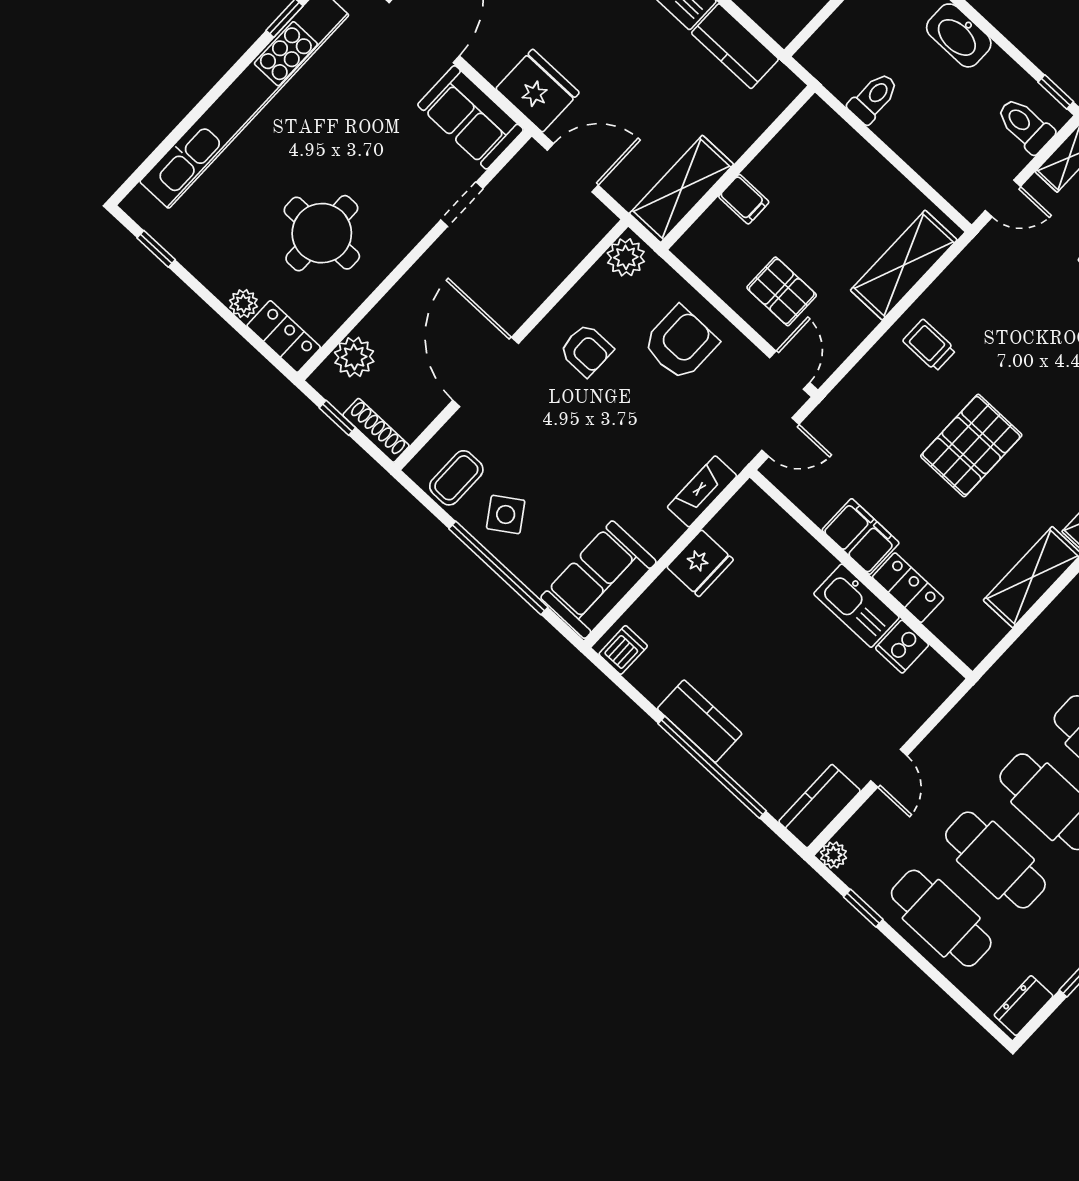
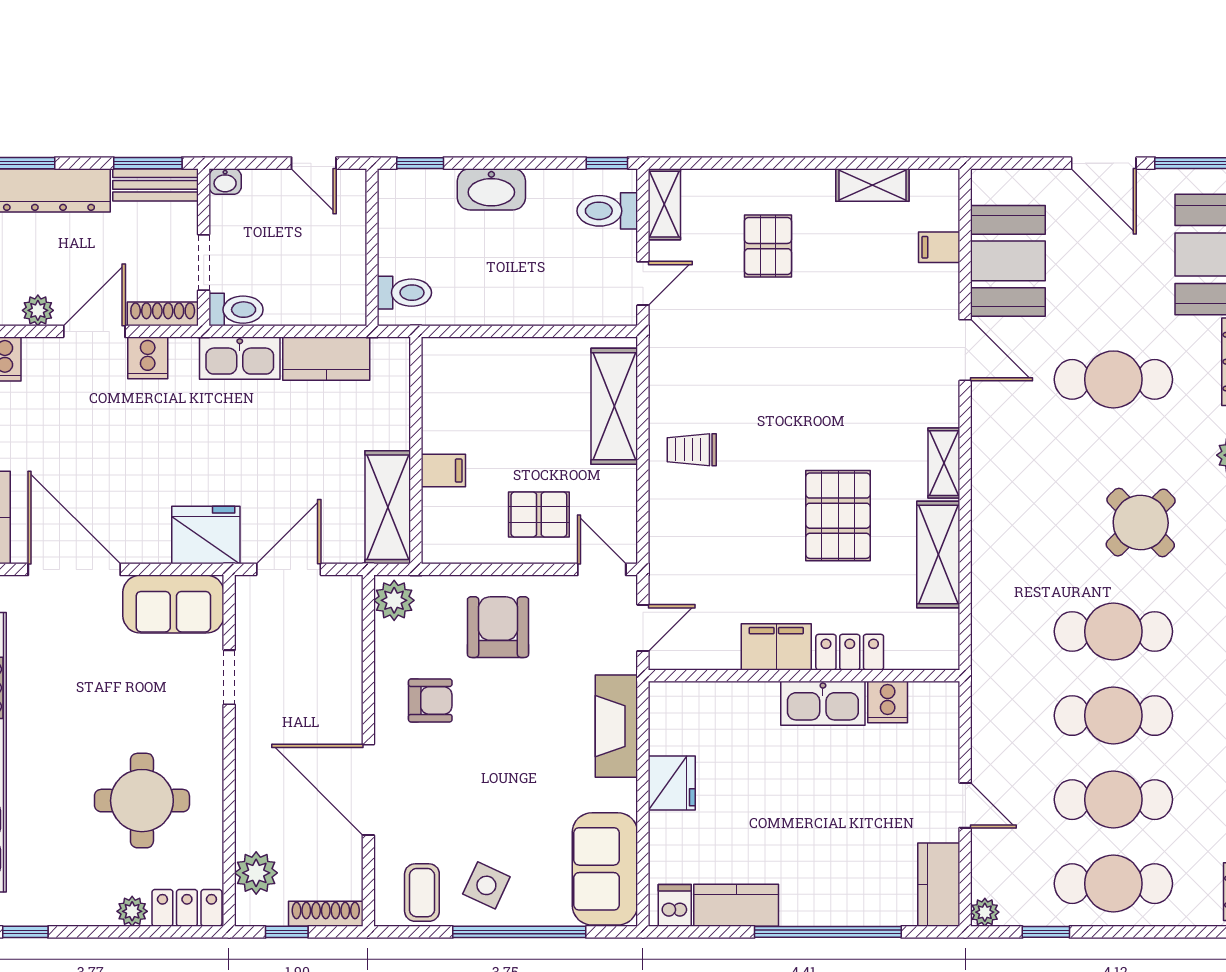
toilet: (873, 98) -> (404, 293), moved, turned 90
pallet: (971, 446) -> (838, 516), moved
fireplace: (702, 491) -> (616, 726), width x1.37, depth x1.32
side table: (506, 514) -> (486, 885), turned -31
kitchen counter: (700, 721) -> (736, 905), moved

